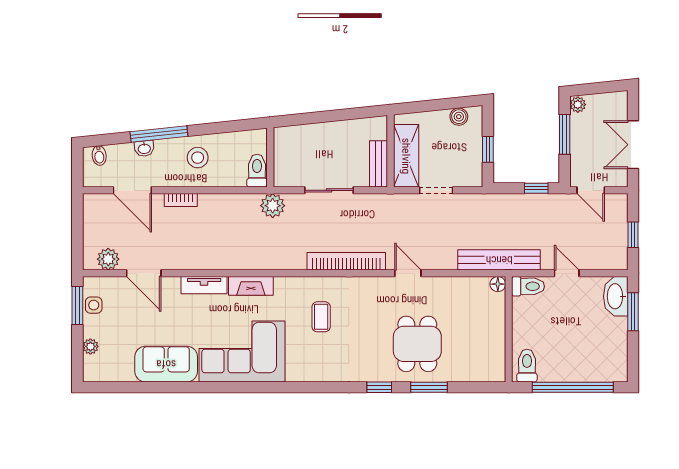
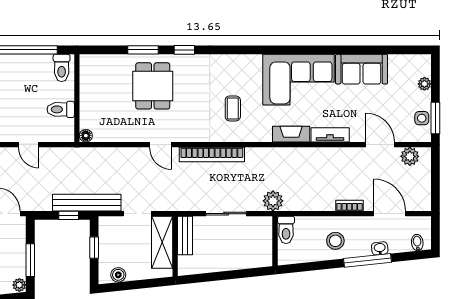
window: (536, 188) -> (69, 215), moved
bench: (499, 260) -> (87, 203), moved
toilet: (528, 286) -> (61, 109), moved

